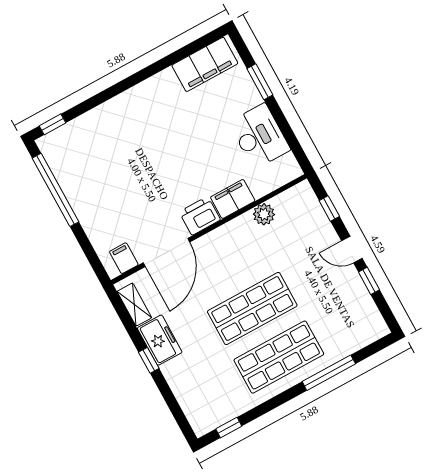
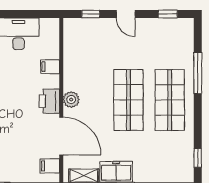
filing cabinet: (233, 199) -> (50, 67), width x0.50
plant: (264, 214) -> (71, 100), moved
door: (352, 250) -> (126, 14), hinge flipped
window: (369, 281) -> (168, 14), moved

